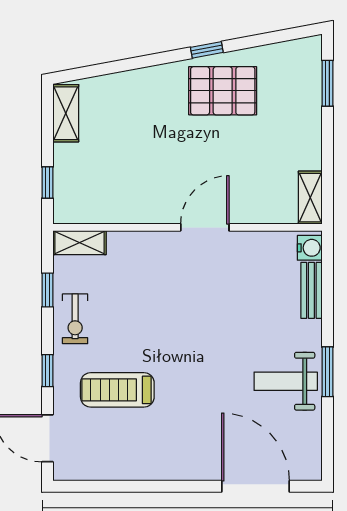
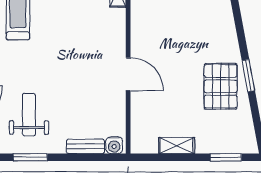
window: (207, 50) -> (248, 76), width x1.50
shelving: (310, 198) -> (177, 146), moved
weight bench: (286, 381) -> (29, 115), moved

